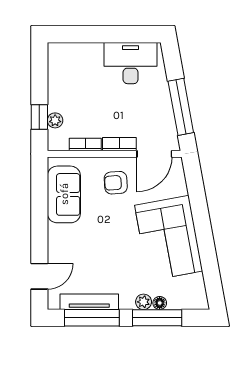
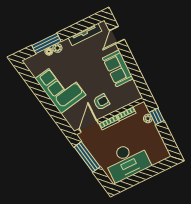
desk: (131, 63) -> (127, 161), width x1.36, depth x1.30
sofa: (64, 194) -> (118, 68), moved
window: (92, 318) -> (80, 27), removed

